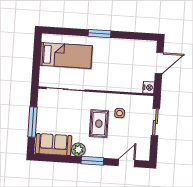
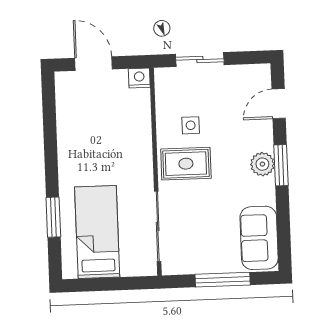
window: (99, 34) -> (53, 217), moved
rug: (99, 124) -> (186, 164), moved
plant: (78, 150) -> (262, 164), moved
door: (126, 163) -> (279, 104), hinge flipped

